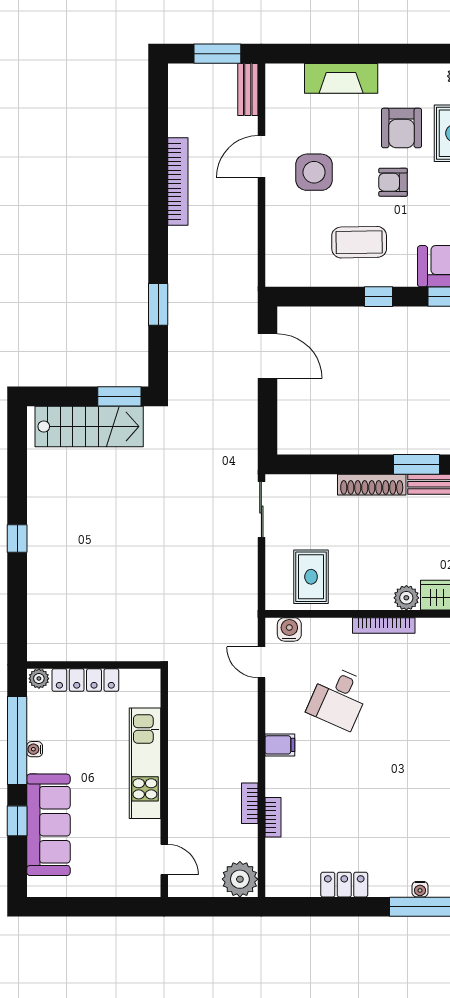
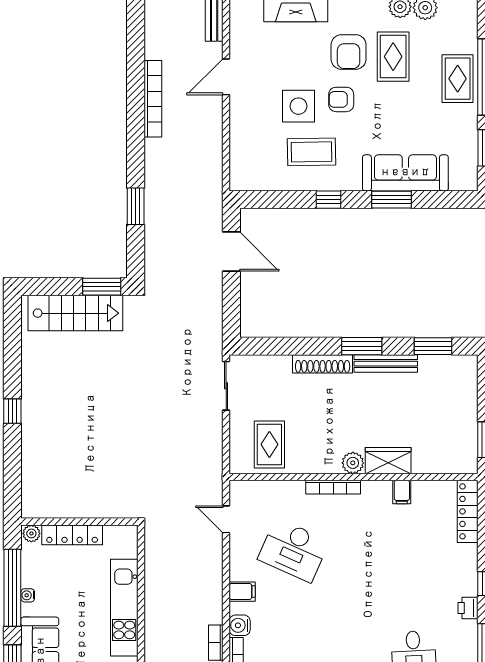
side table: (314, 172) -> (298, 106), moved
water cooler: (289, 629) -> (240, 625), moved, turned -90
desk: (339, 698) -> (294, 550), width x1.37

